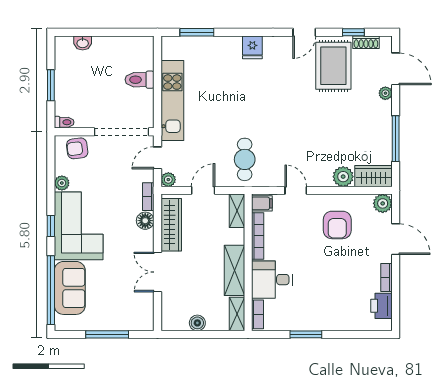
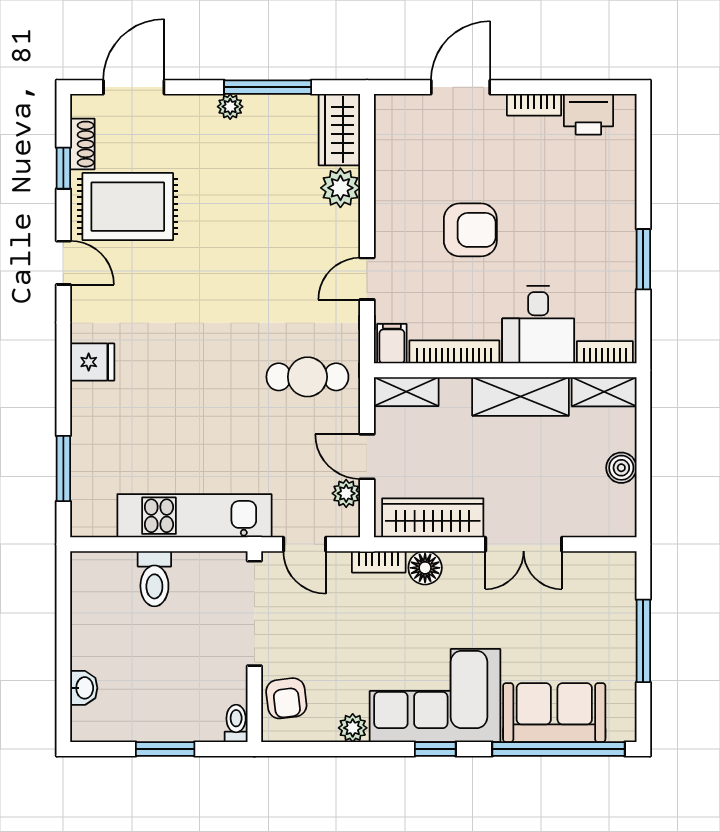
plant: (385, 93) -> (230, 107), moved
plant: (168, 180) -> (346, 493), moved
plant: (383, 203) -> (392, 112), removed
armchair: (337, 225) -> (470, 230), moved

